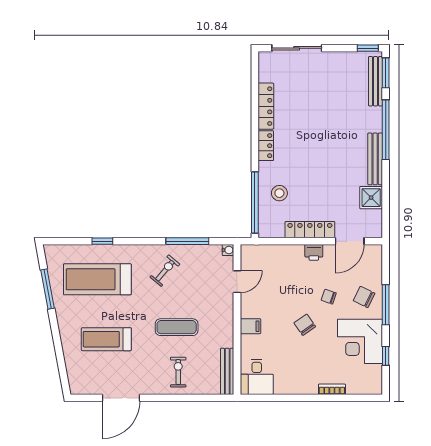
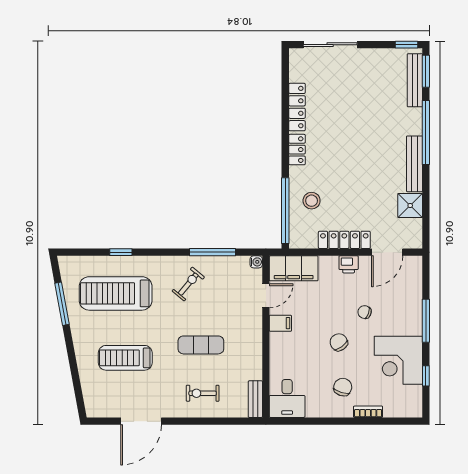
filing cabinet: (263, 256) -> (294, 268), added
chair: (364, 297) -> (343, 387), moved, turned 81
filing cabinet: (250, 326) -> (280, 323), moved
bench: (227, 371) -> (255, 399), width x0.73
exercise bike: (178, 372) -> (203, 393), turned -90

